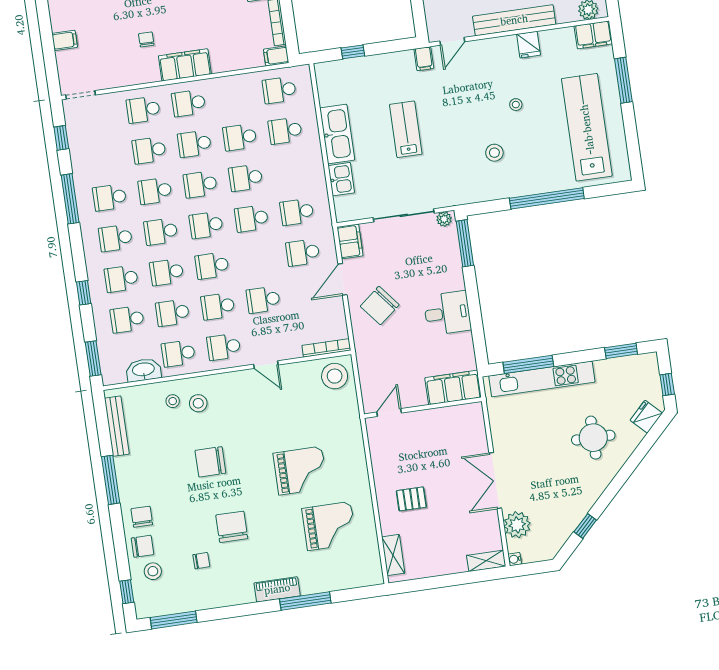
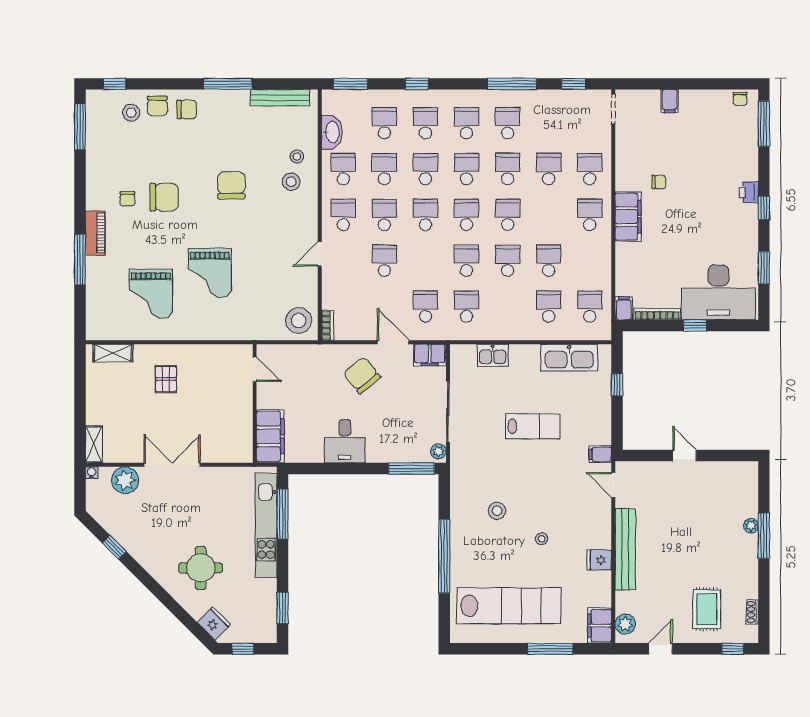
kitchen sink: (337, 134) -> (569, 358), moved
school desk: (194, 144) -> (549, 215), removed
bookcase: (326, 348) -> (328, 325), width x0.64
chair: (201, 561) -> (127, 199), moved

